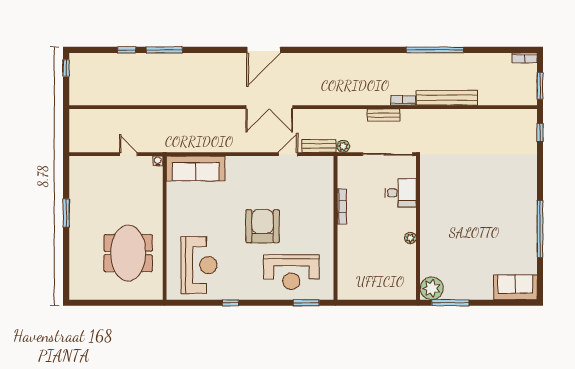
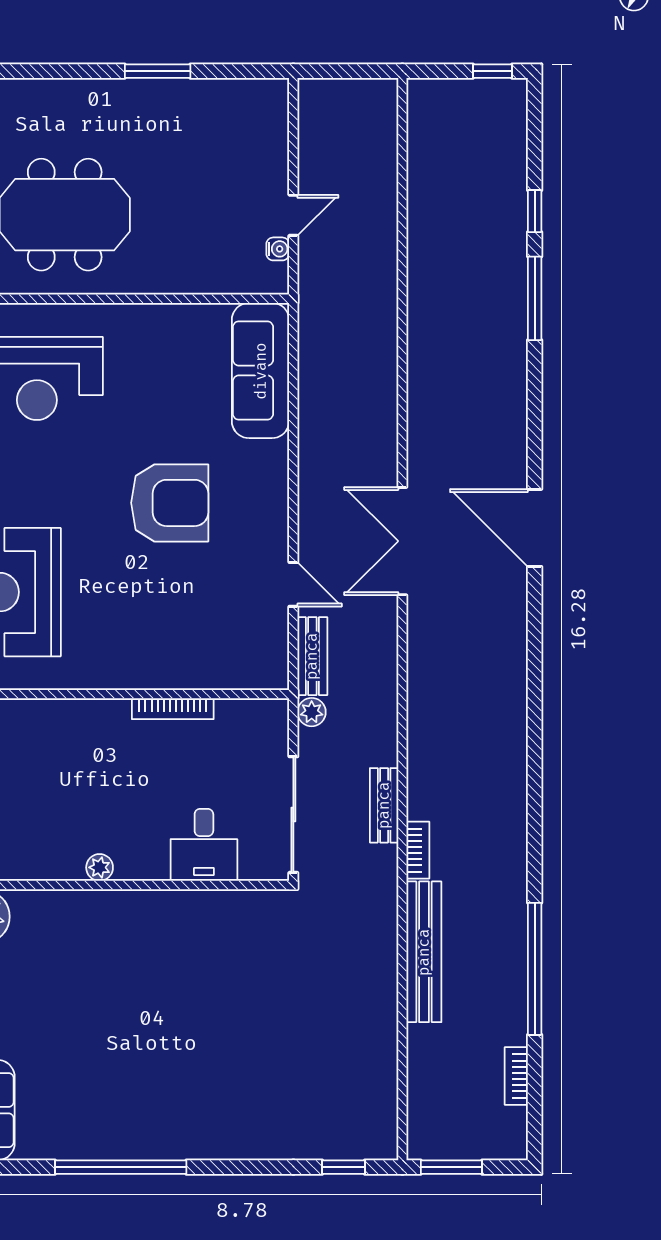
window: (435, 50) -> (535, 969), moved
bookcase: (525, 58) -> (516, 1076), moved
water cooler: (158, 161) -> (278, 249), moved
armchair: (263, 226) -> (170, 503), moved

